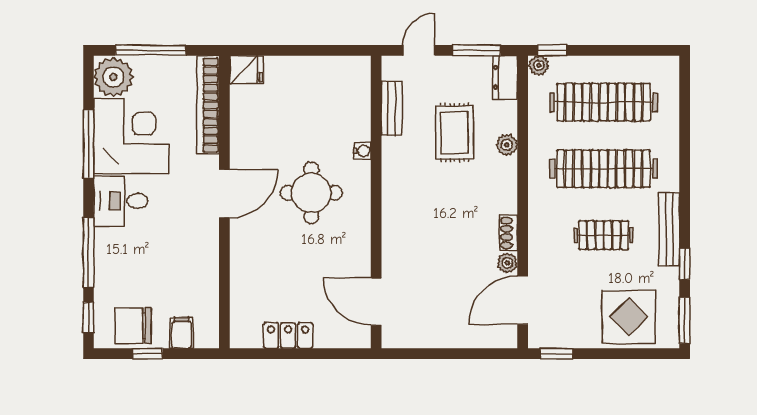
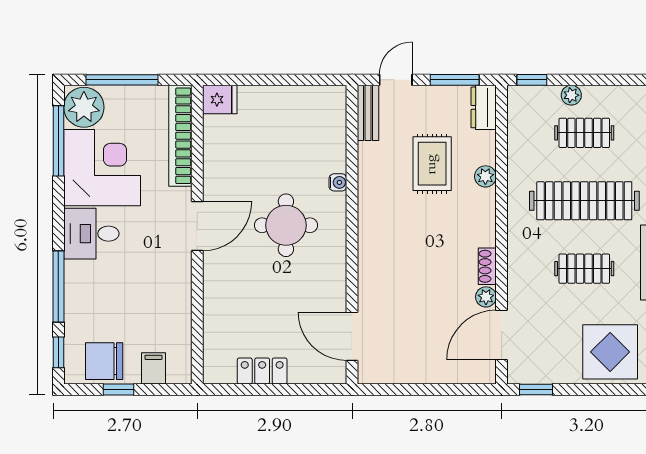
plant: (539, 65) -> (571, 95), moved
clothes rail: (604, 102) -> (584, 133), width x0.54, depth x0.76
bench: (392, 108) -> (368, 113), moved
window: (88, 144) -> (58, 141), moved

